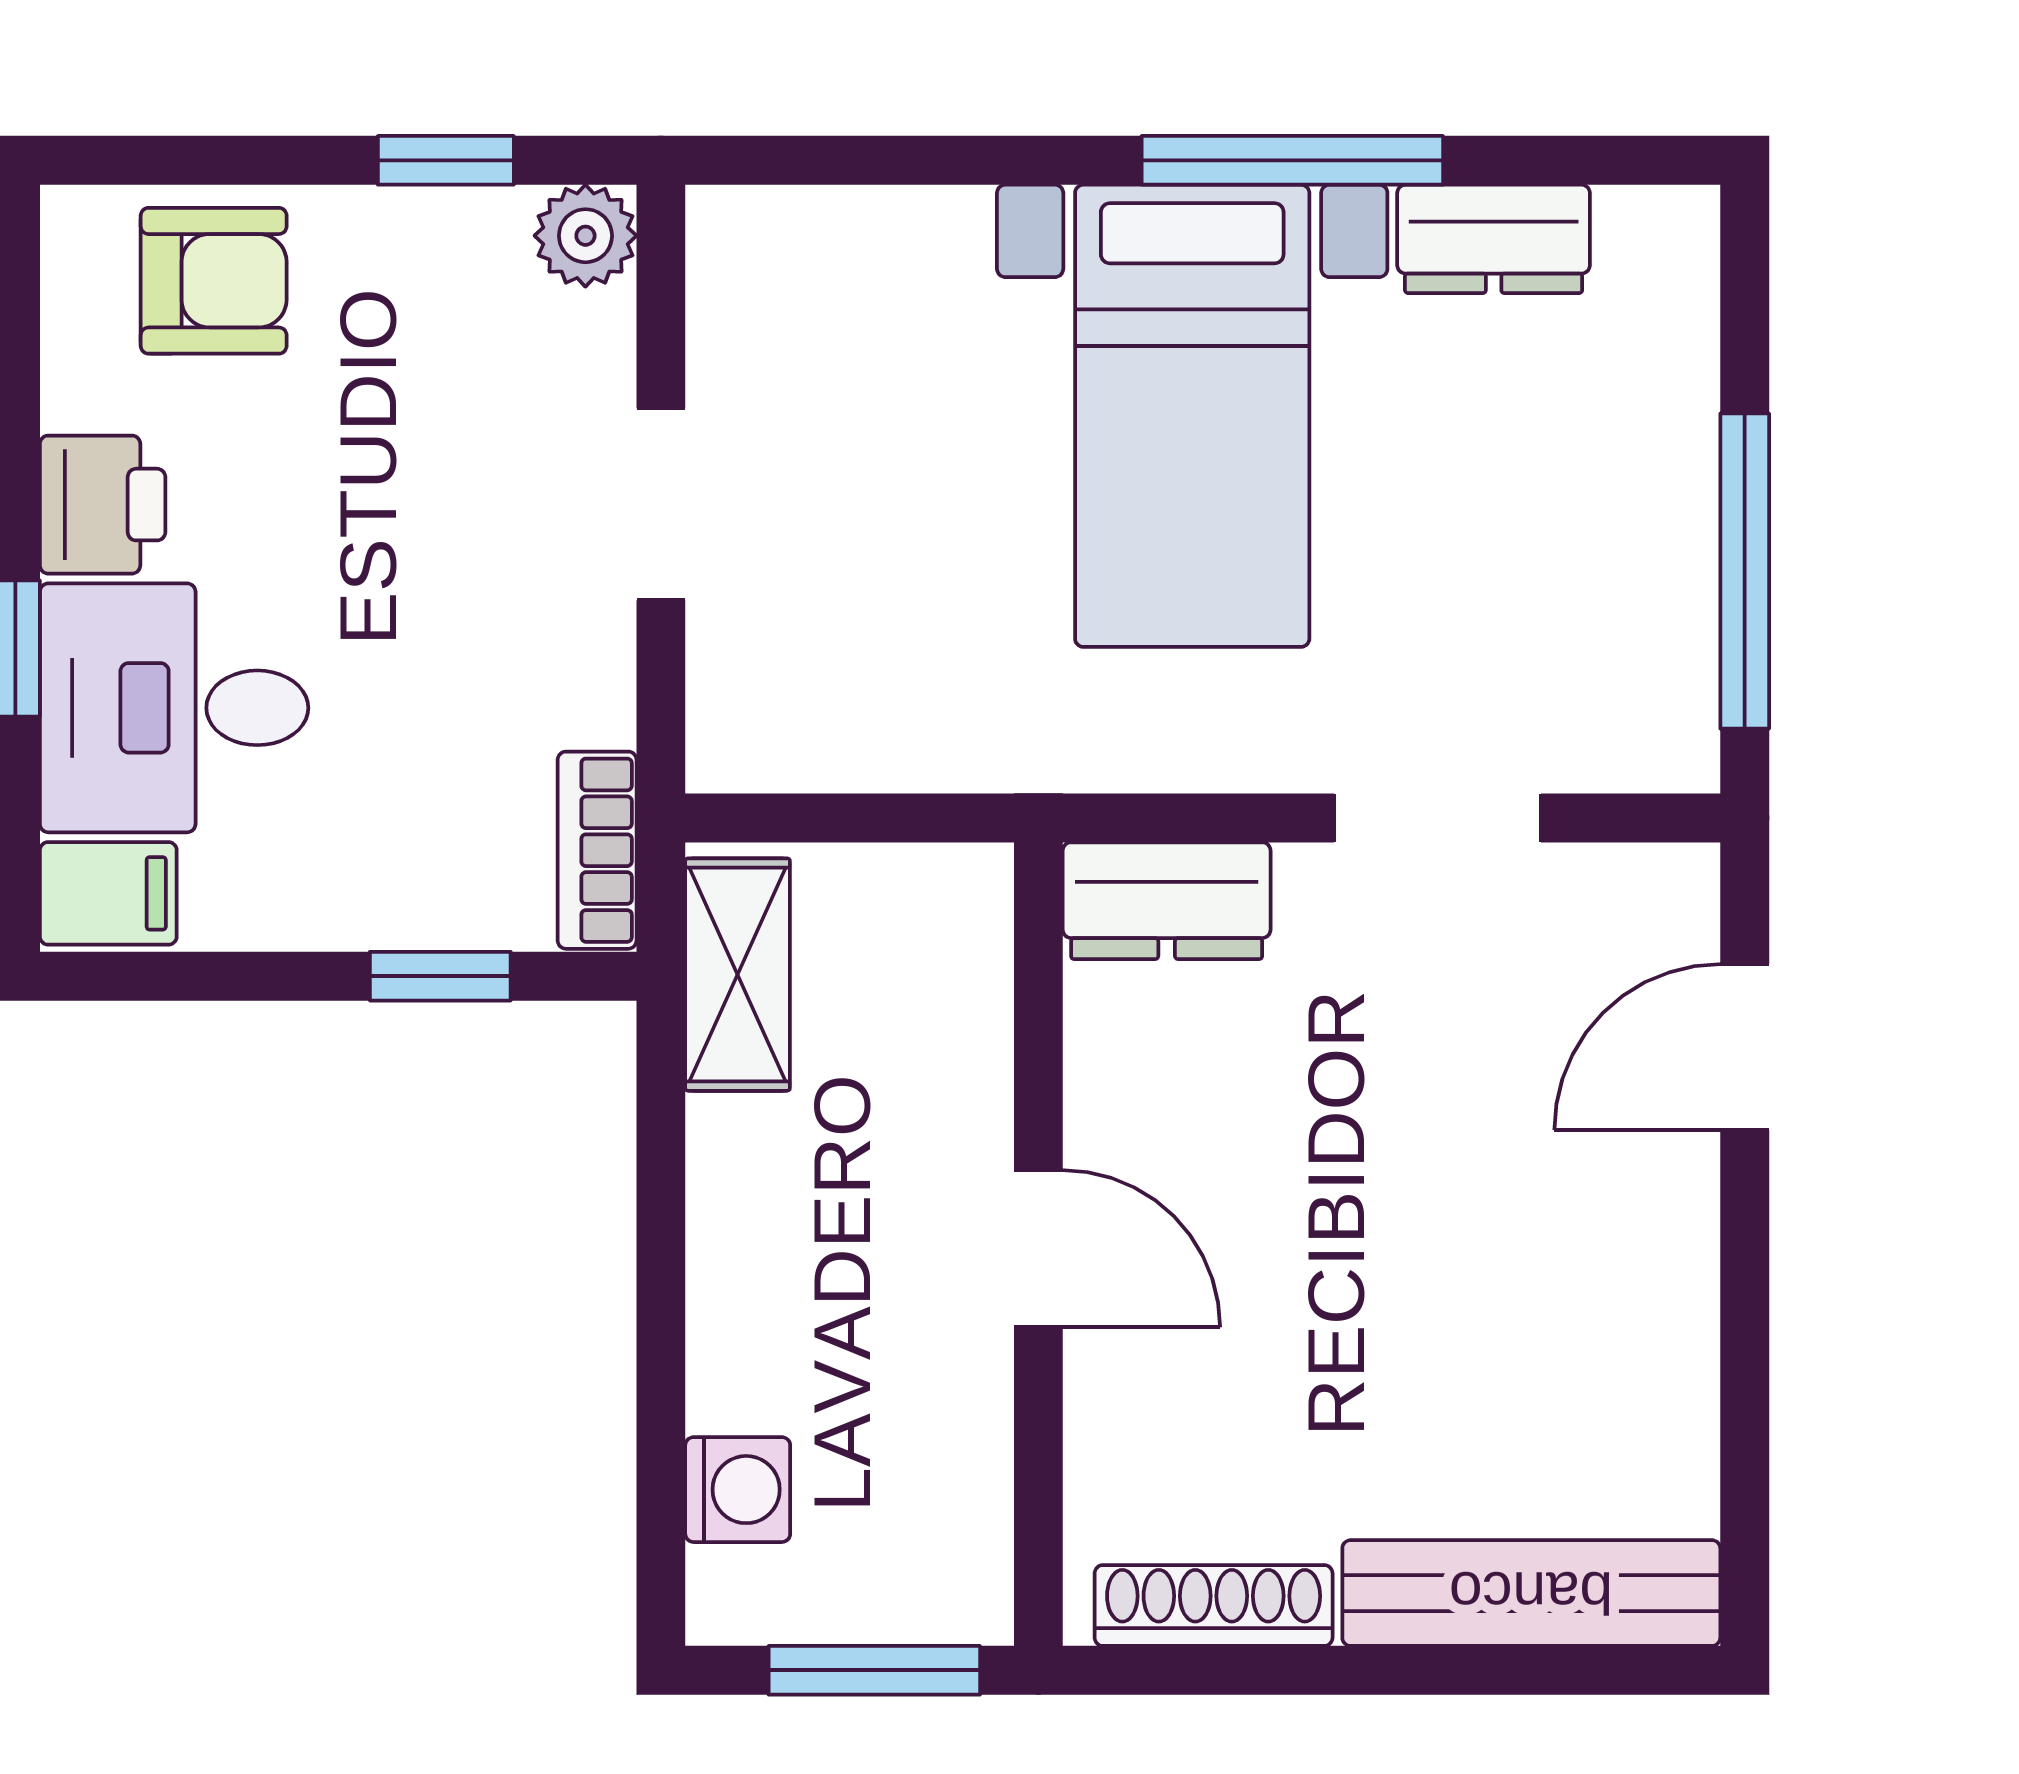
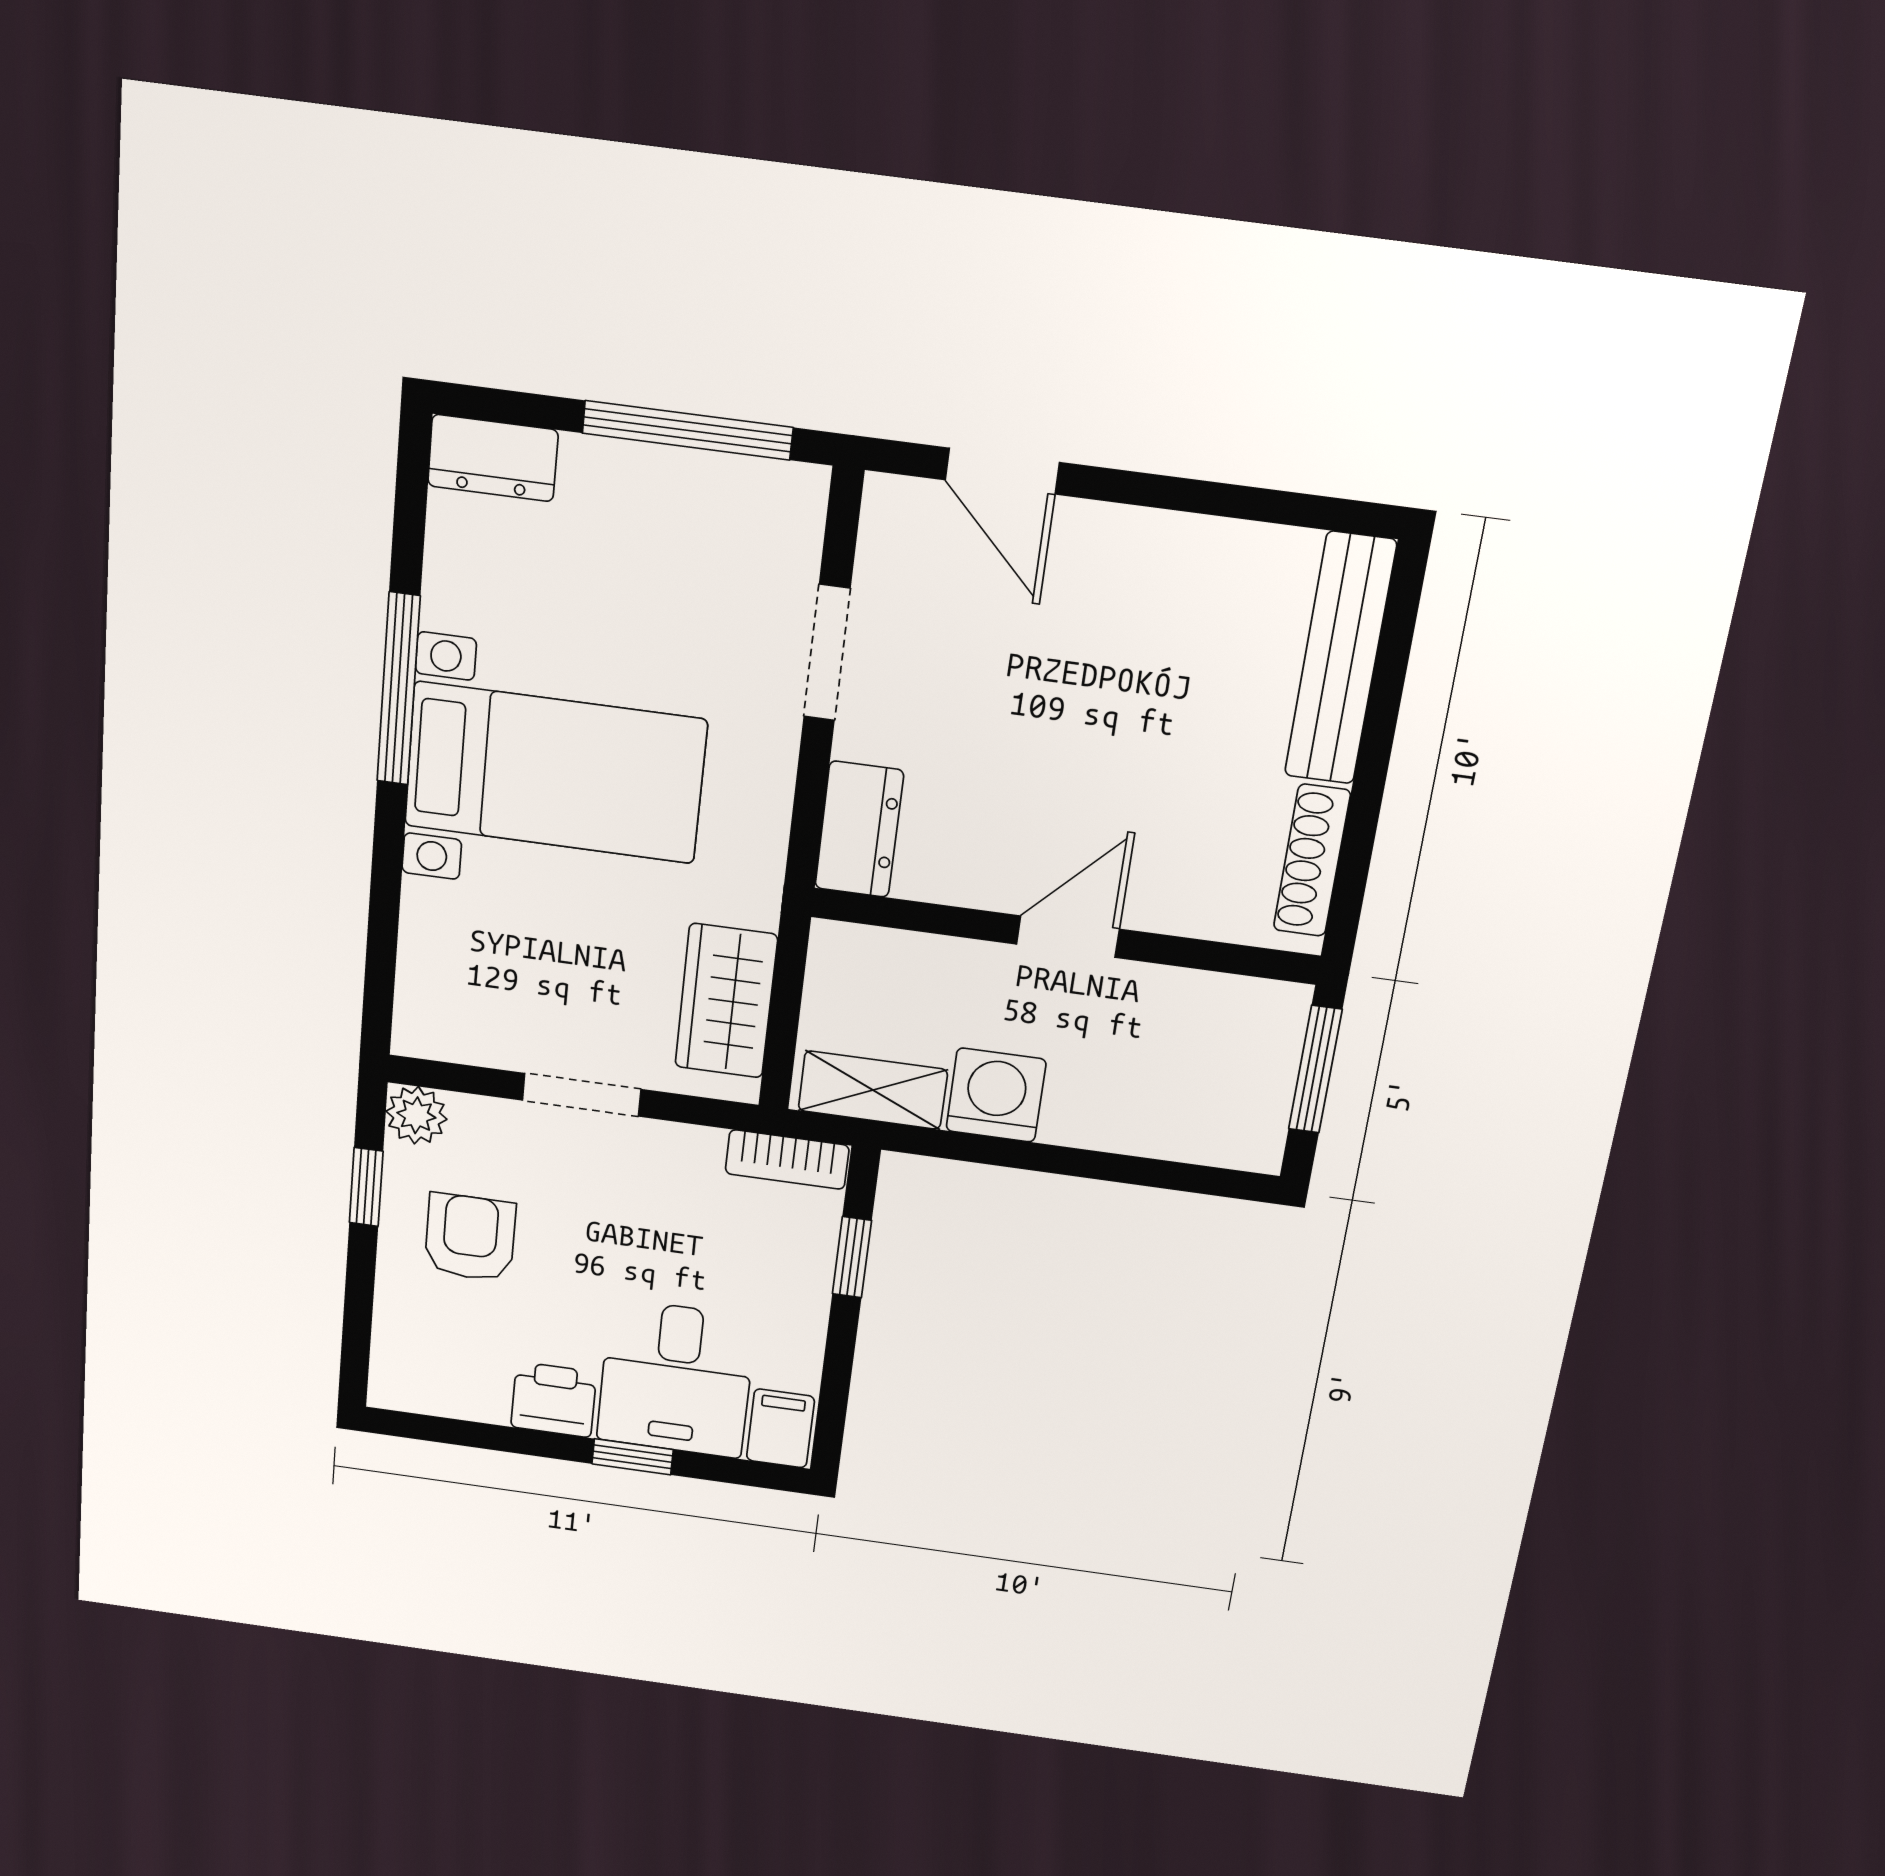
dresser: (1494, 239) -> (493, 458), moved, turned 90
armchair: (214, 281) -> (470, 1237), moved
wardrobe: (855, 722) -> (726, 1001), added
washing machine: (738, 1490) -> (996, 1095), moved, width x1.38, depth x1.38

